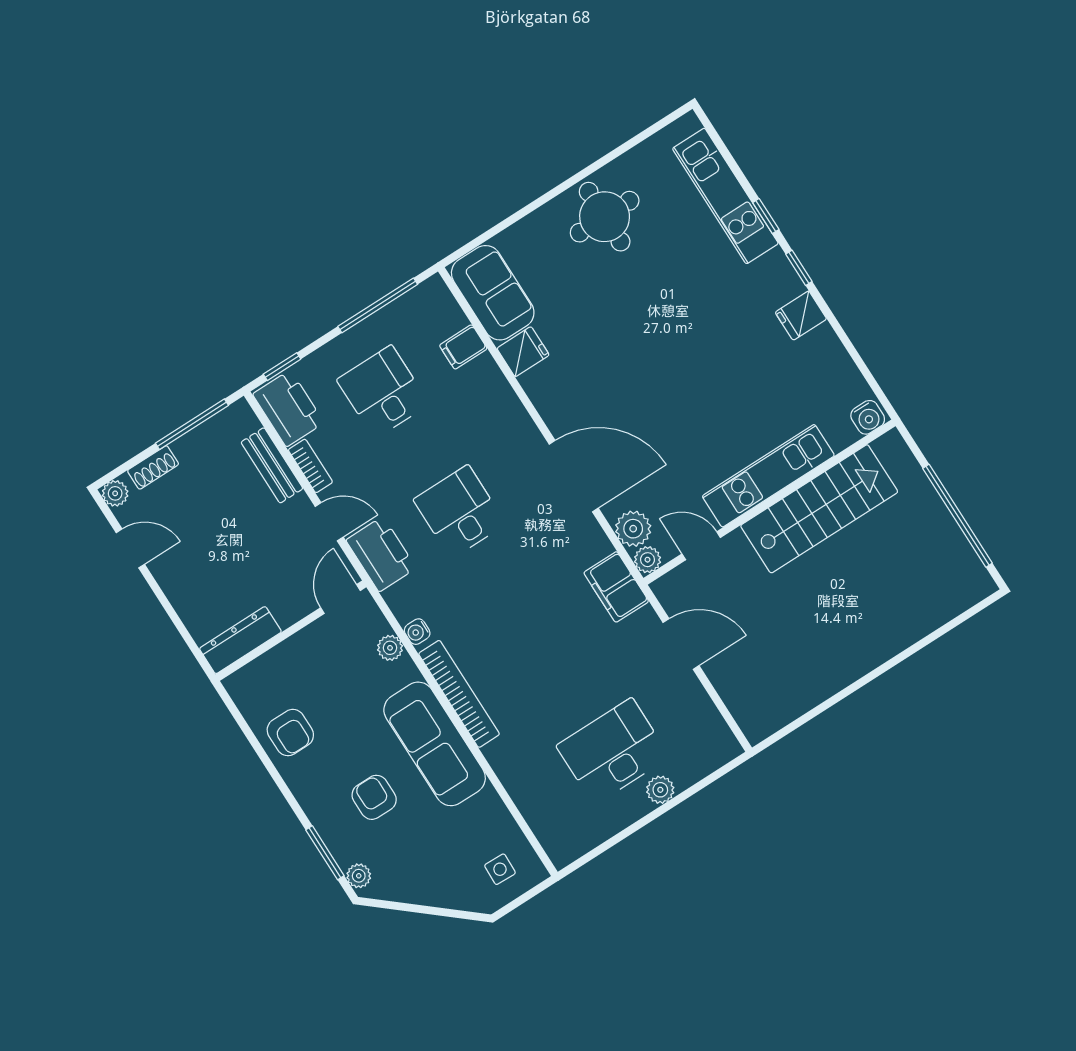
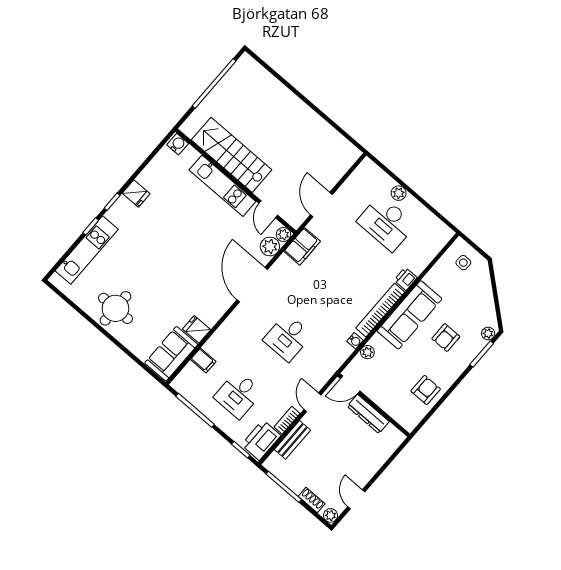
printer: (381, 554) -> (406, 279), moved, width x0.53, depth x0.68
dresser: (240, 640) -> (368, 414), moved

